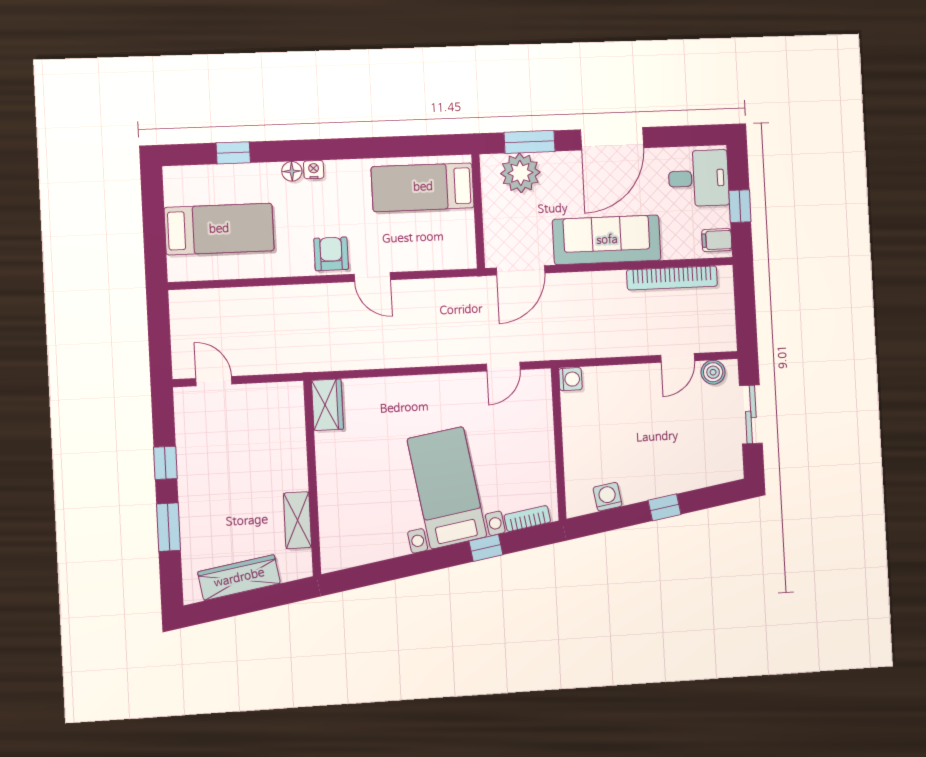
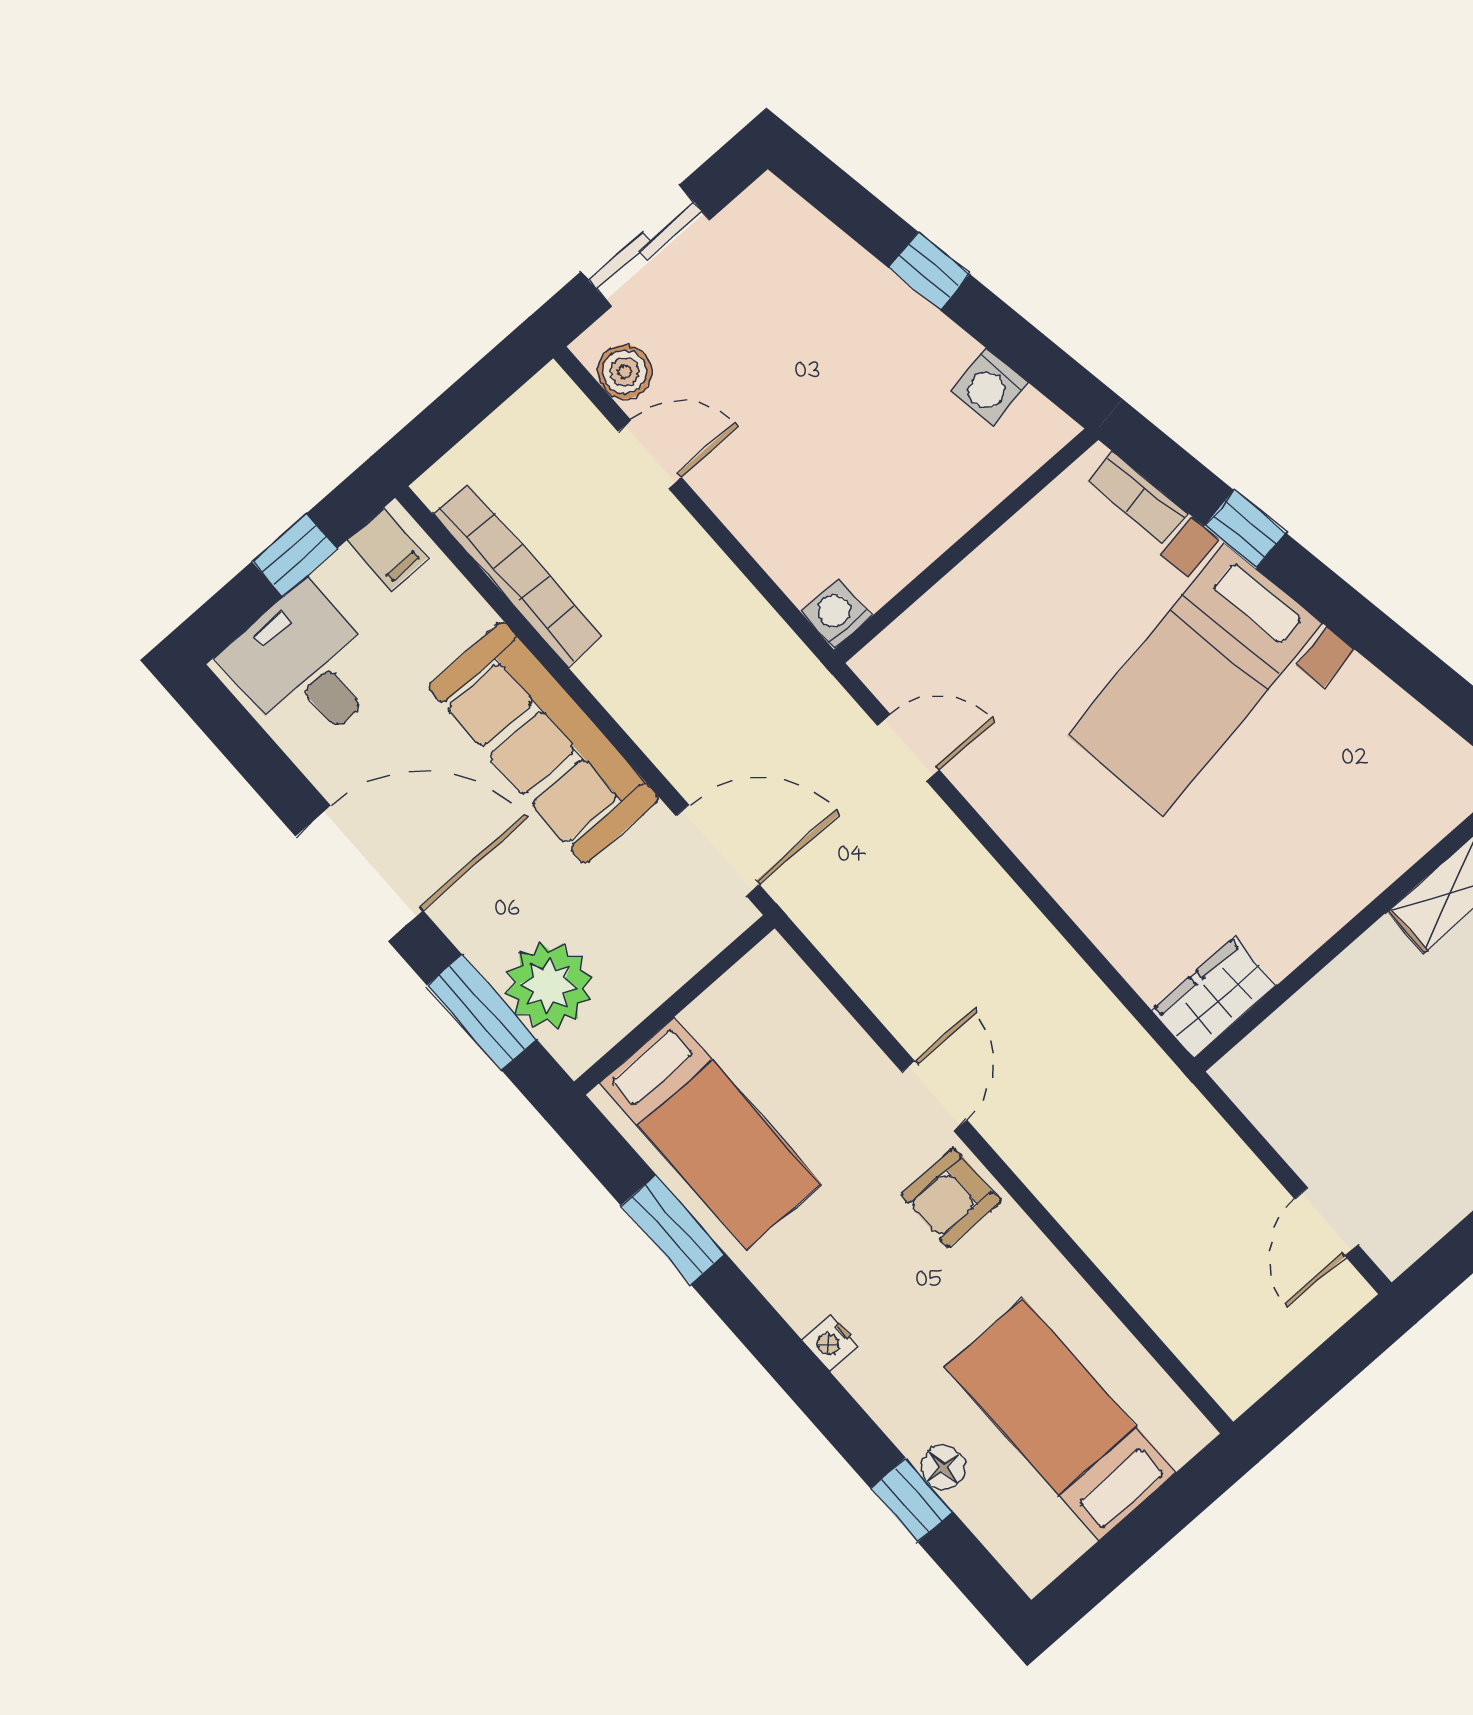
window: (399, 147) -> (673, 1229), added
floor lamp: (292, 171) -> (943, 1467), moved

